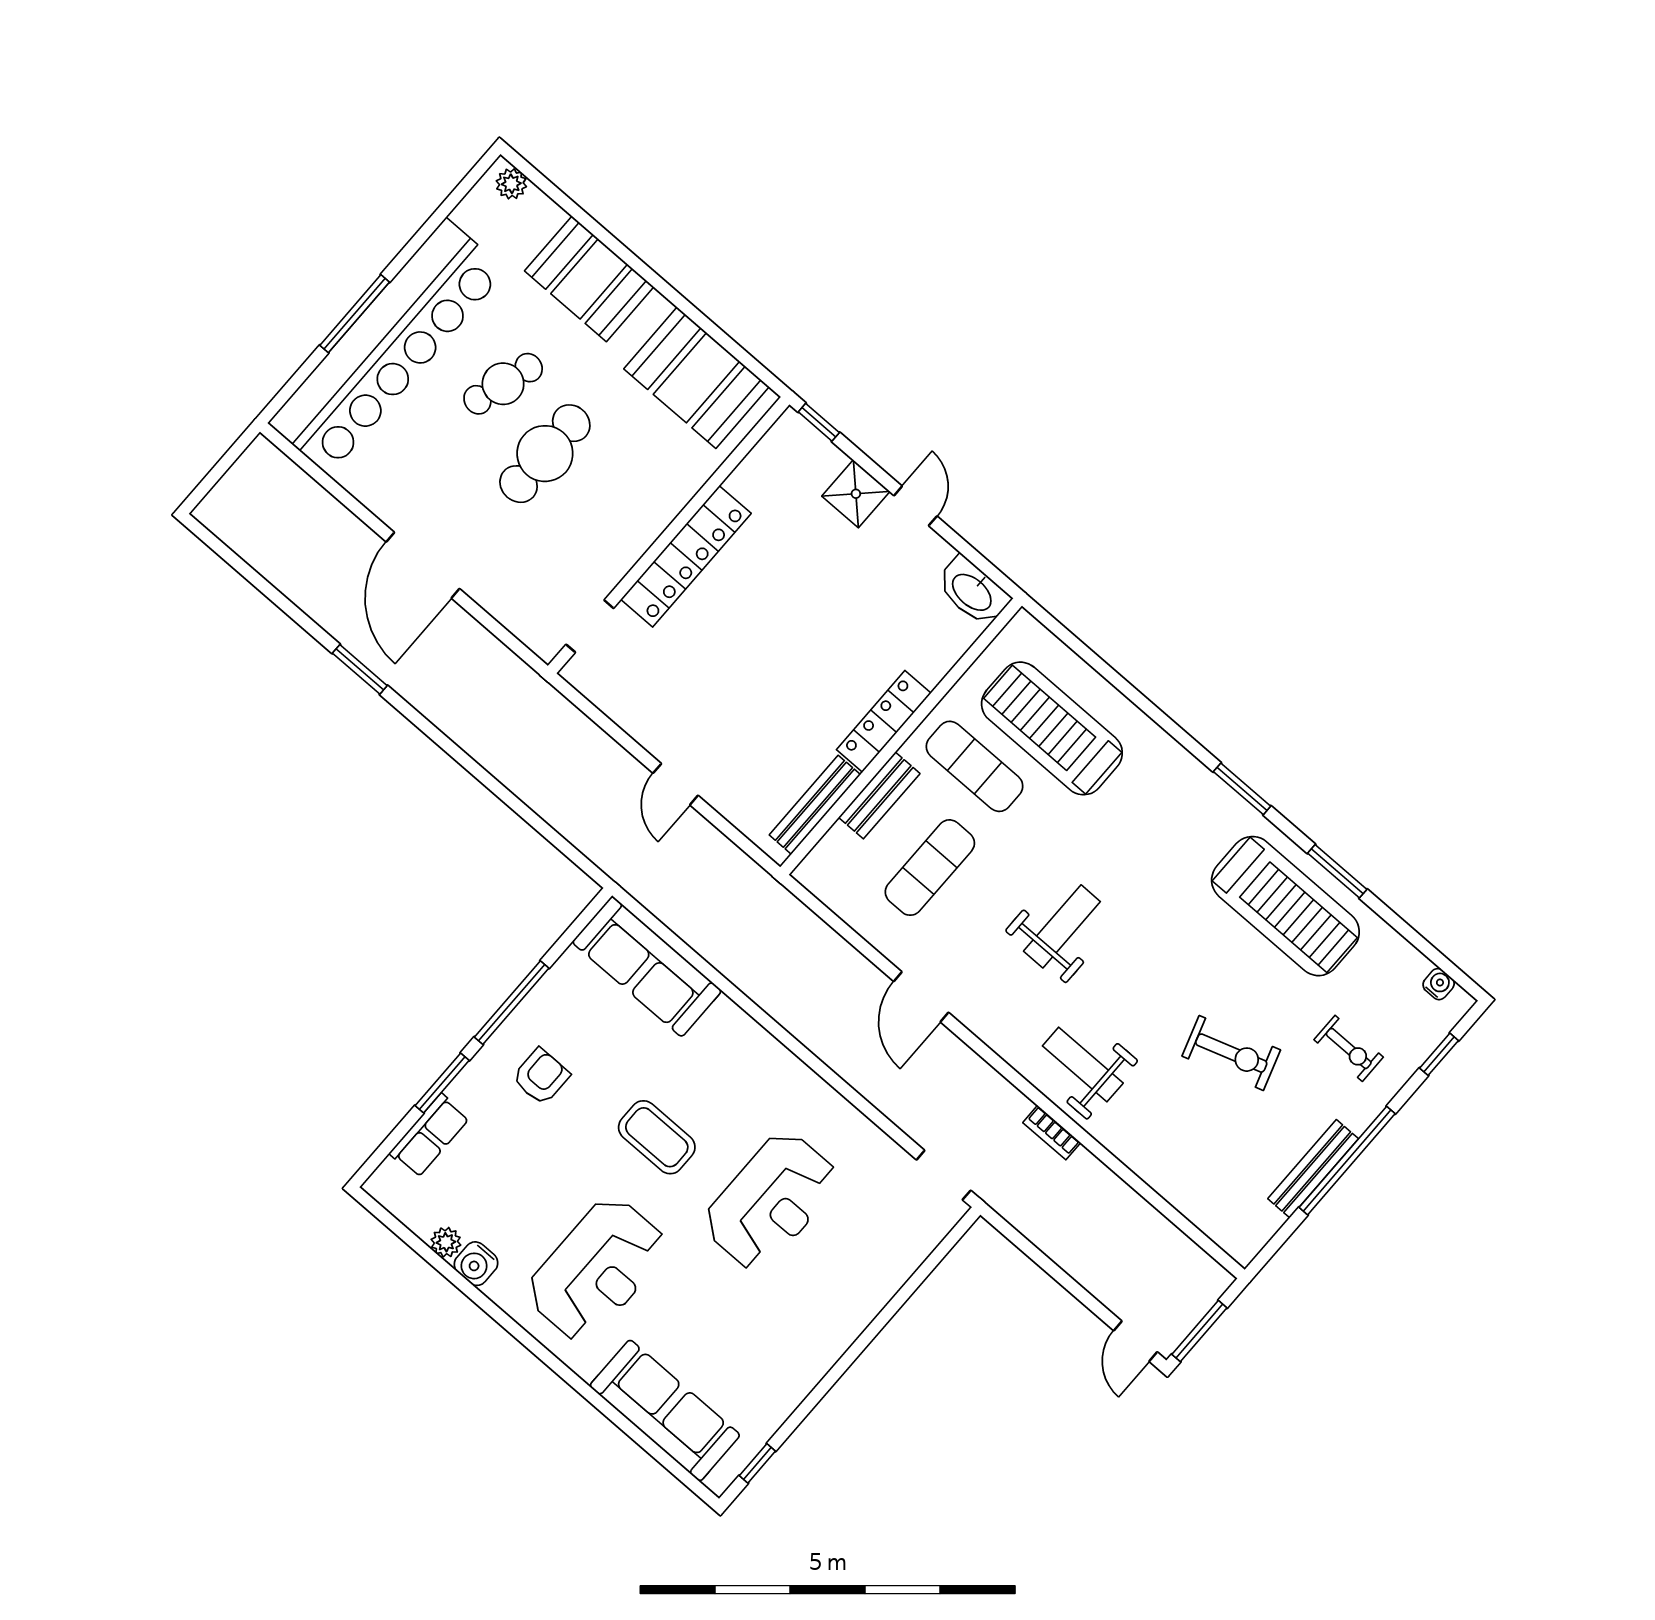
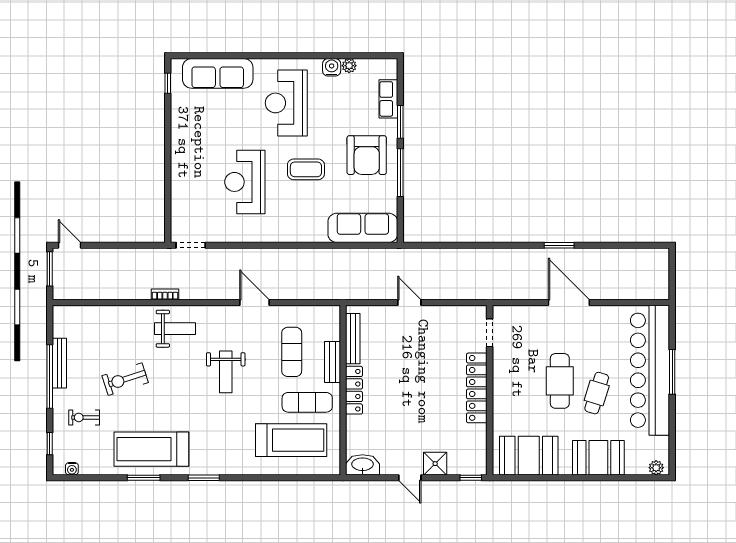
armchair: (541, 1077) -> (367, 155), width x1.88, depth x1.88

